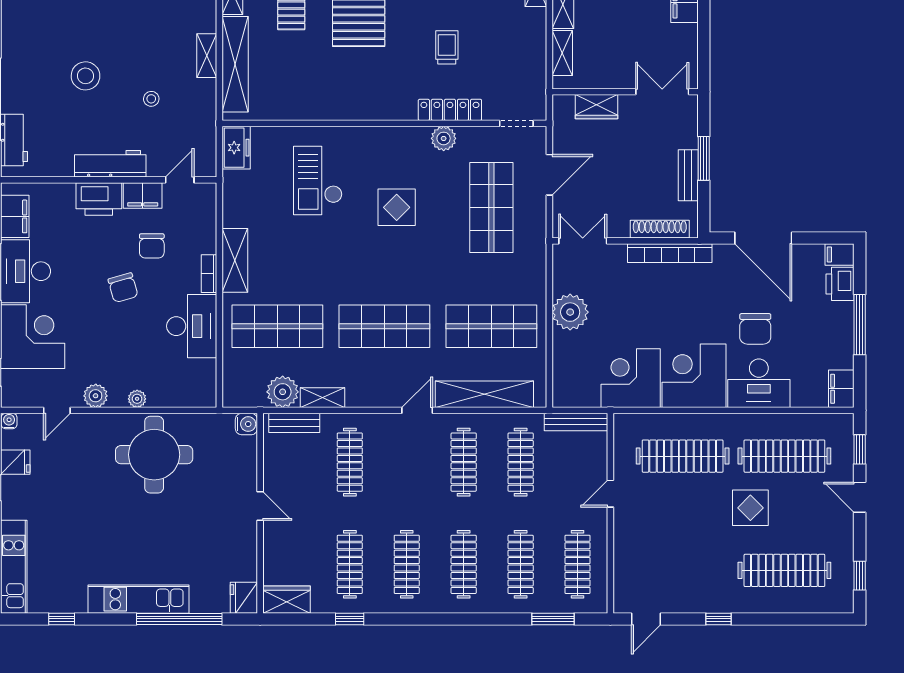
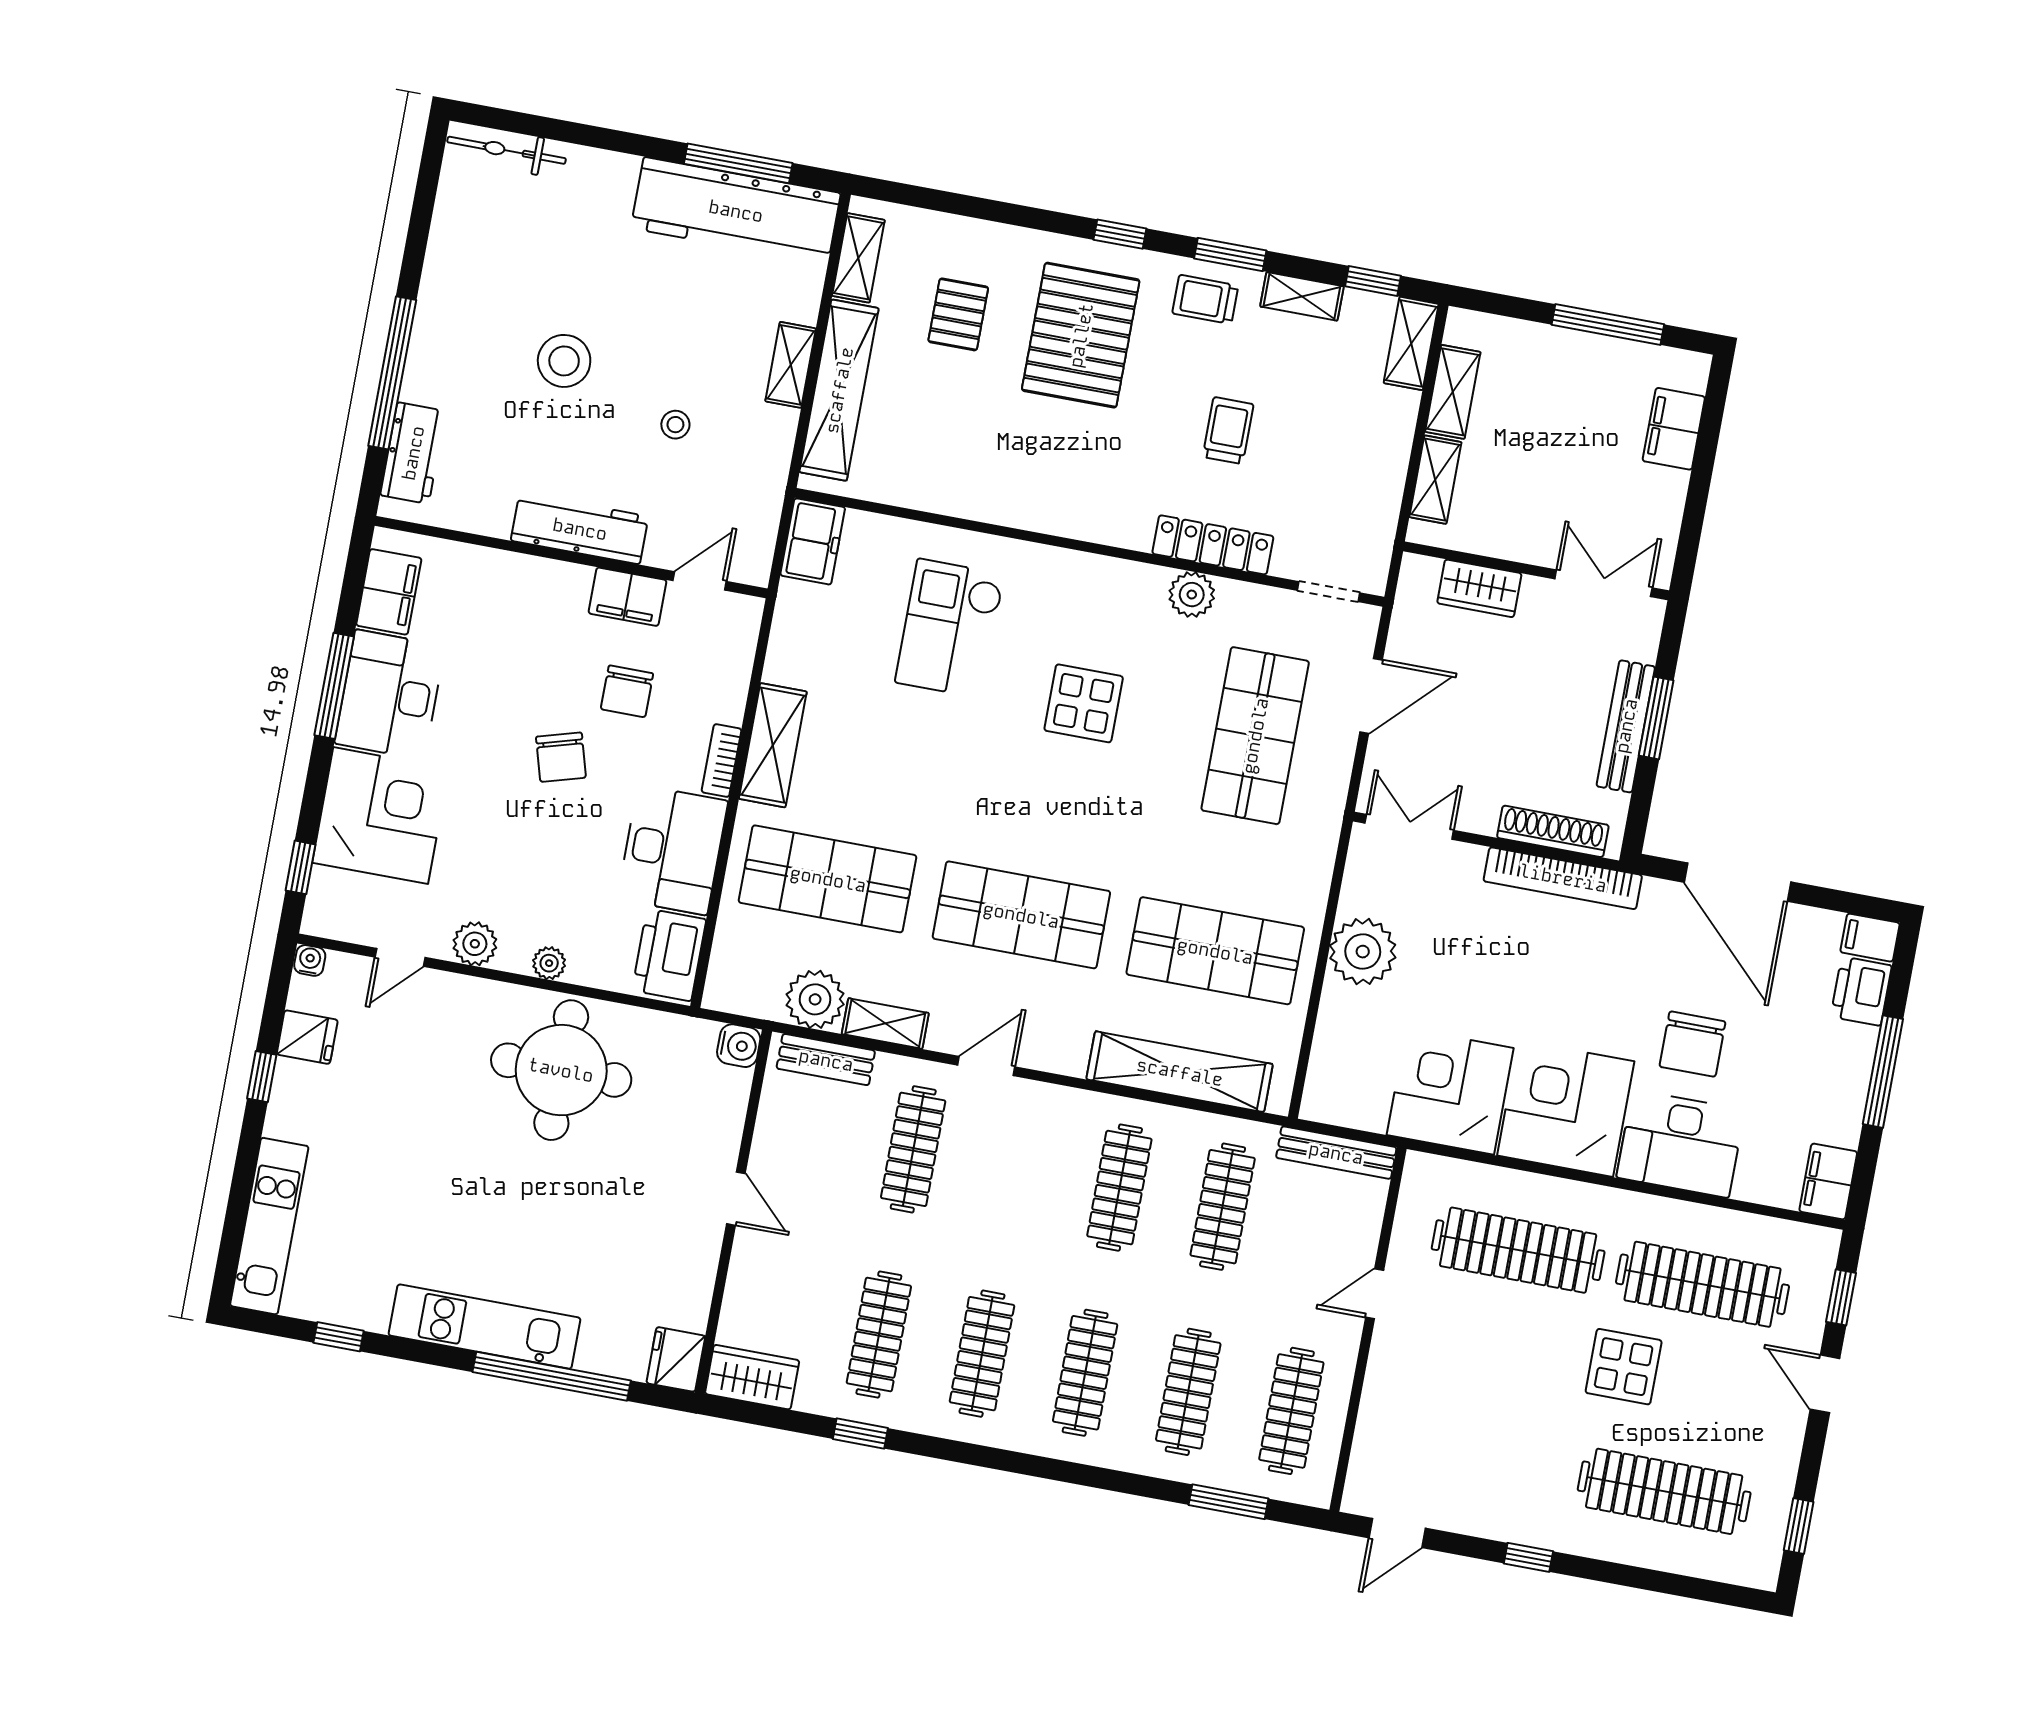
bench: (688, 175) -> (1626, 726), width x1.36
printer: (99, 199) -> (669, 955), moved, turned 90
door: (417, 410) -> (986, 1066), moved

